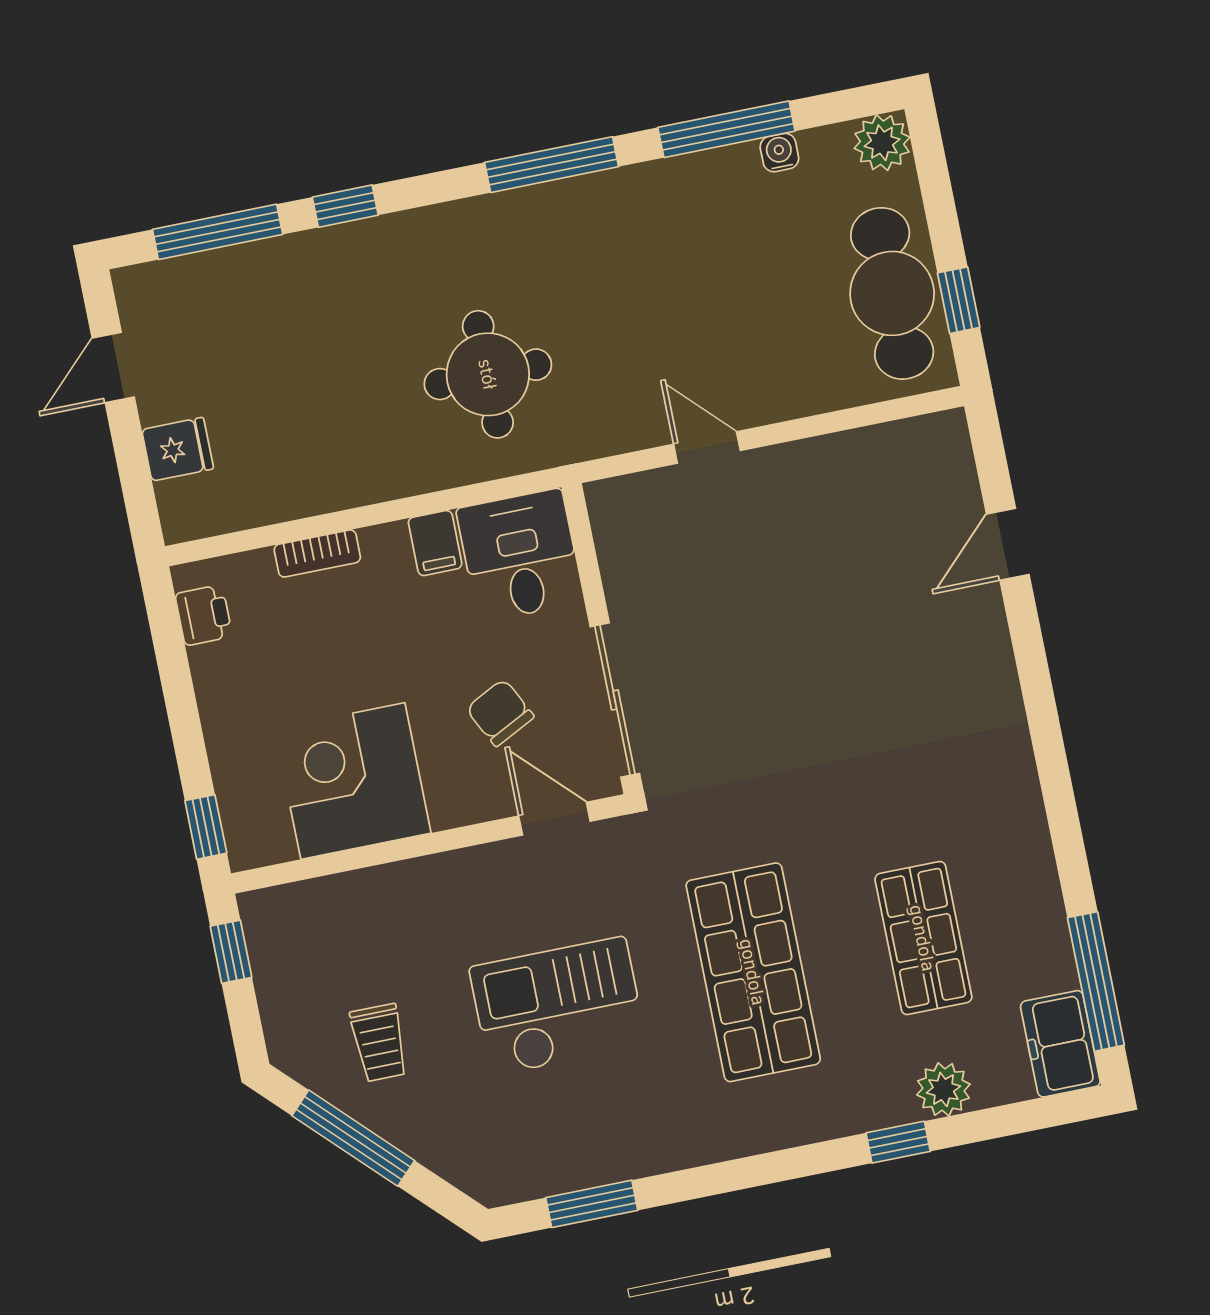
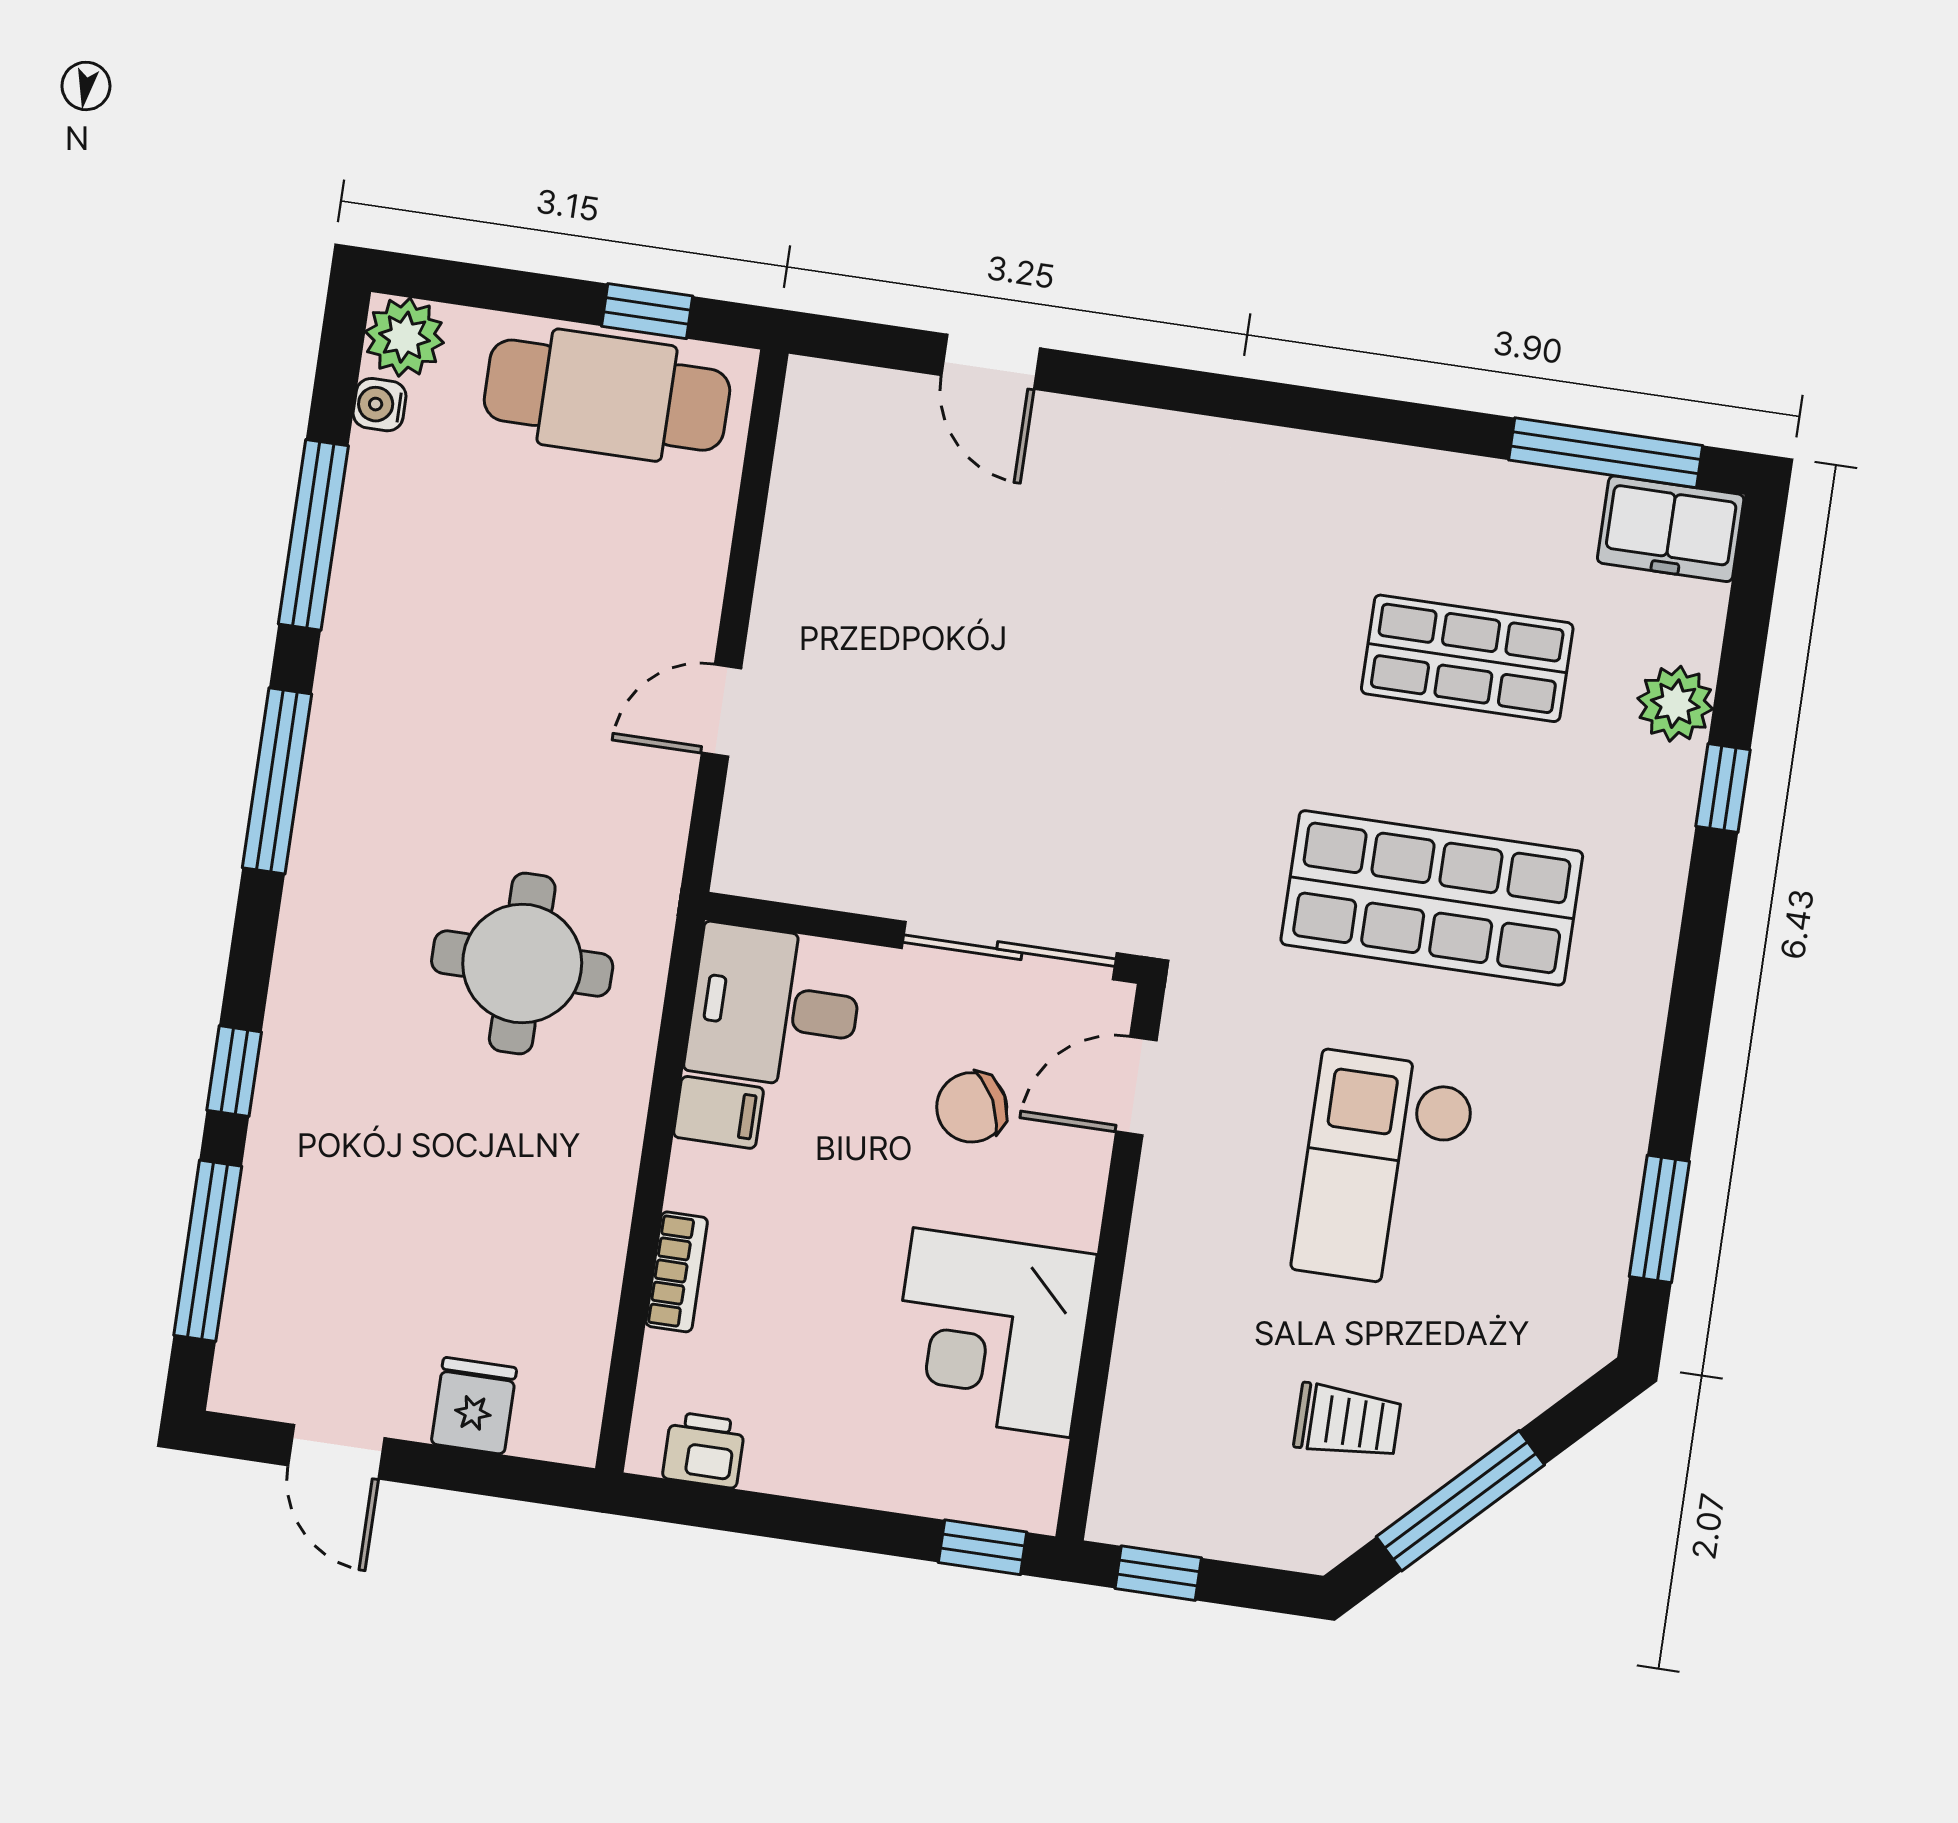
water cooler: (779, 153) -> (380, 405), moved

